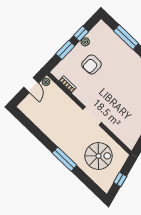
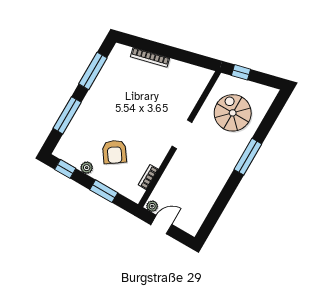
window: (81, 34) -> (65, 169), moved
armchair: (92, 64) -> (114, 152), turned 55
window: (120, 179) -> (241, 72), moved

